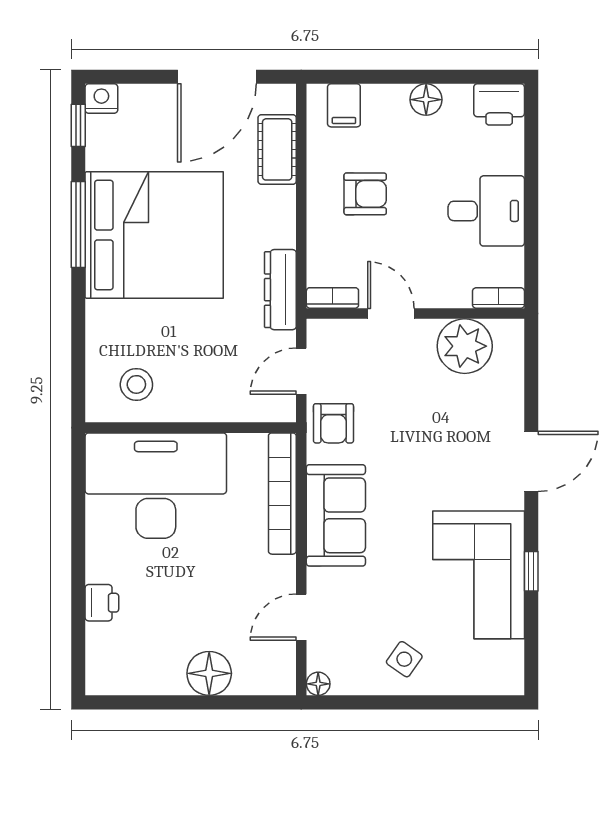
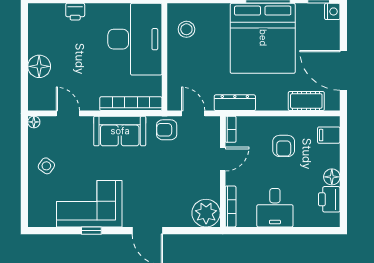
printer: (499, 104) -> (329, 199), moved
bookcase: (498, 298) -> (231, 206), width x1.56
plant: (465, 346) -> (206, 213), moved

